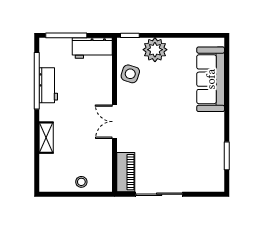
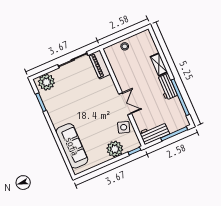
workbench: (48, 85) -> (167, 87), moved
double door: (115, 122) -> (125, 104), moved
plant: (208, 180) -> (46, 82), added

